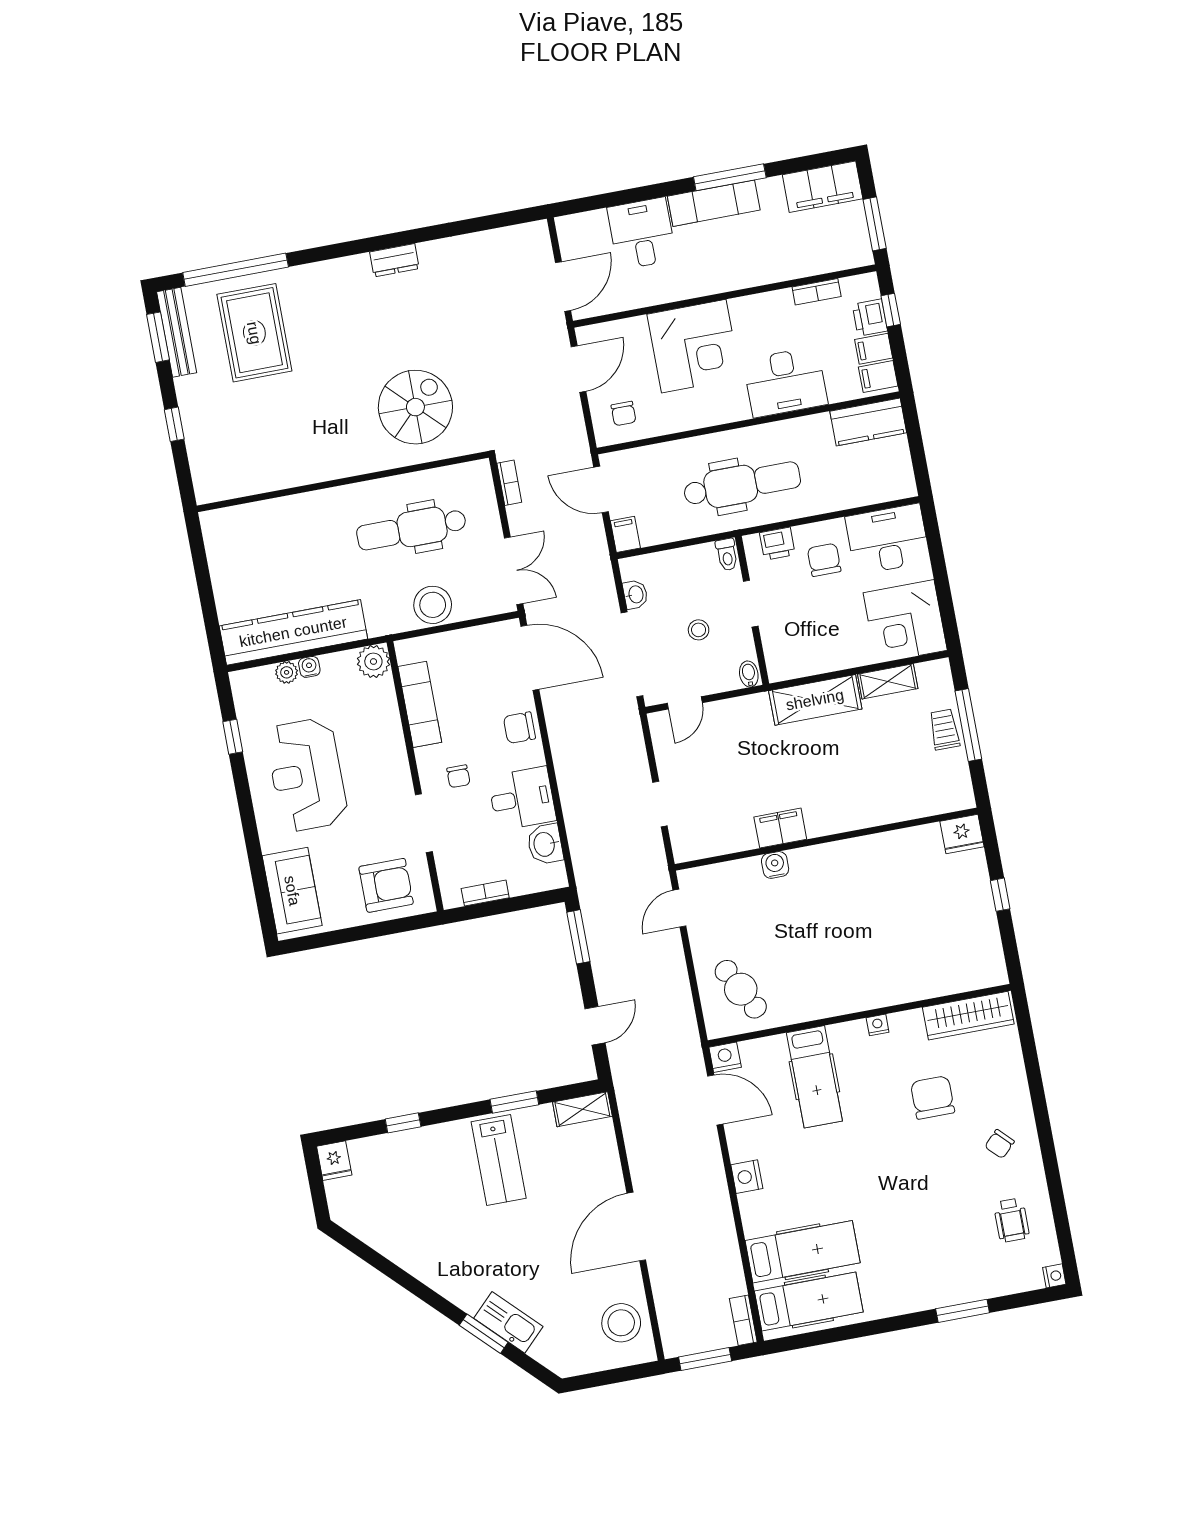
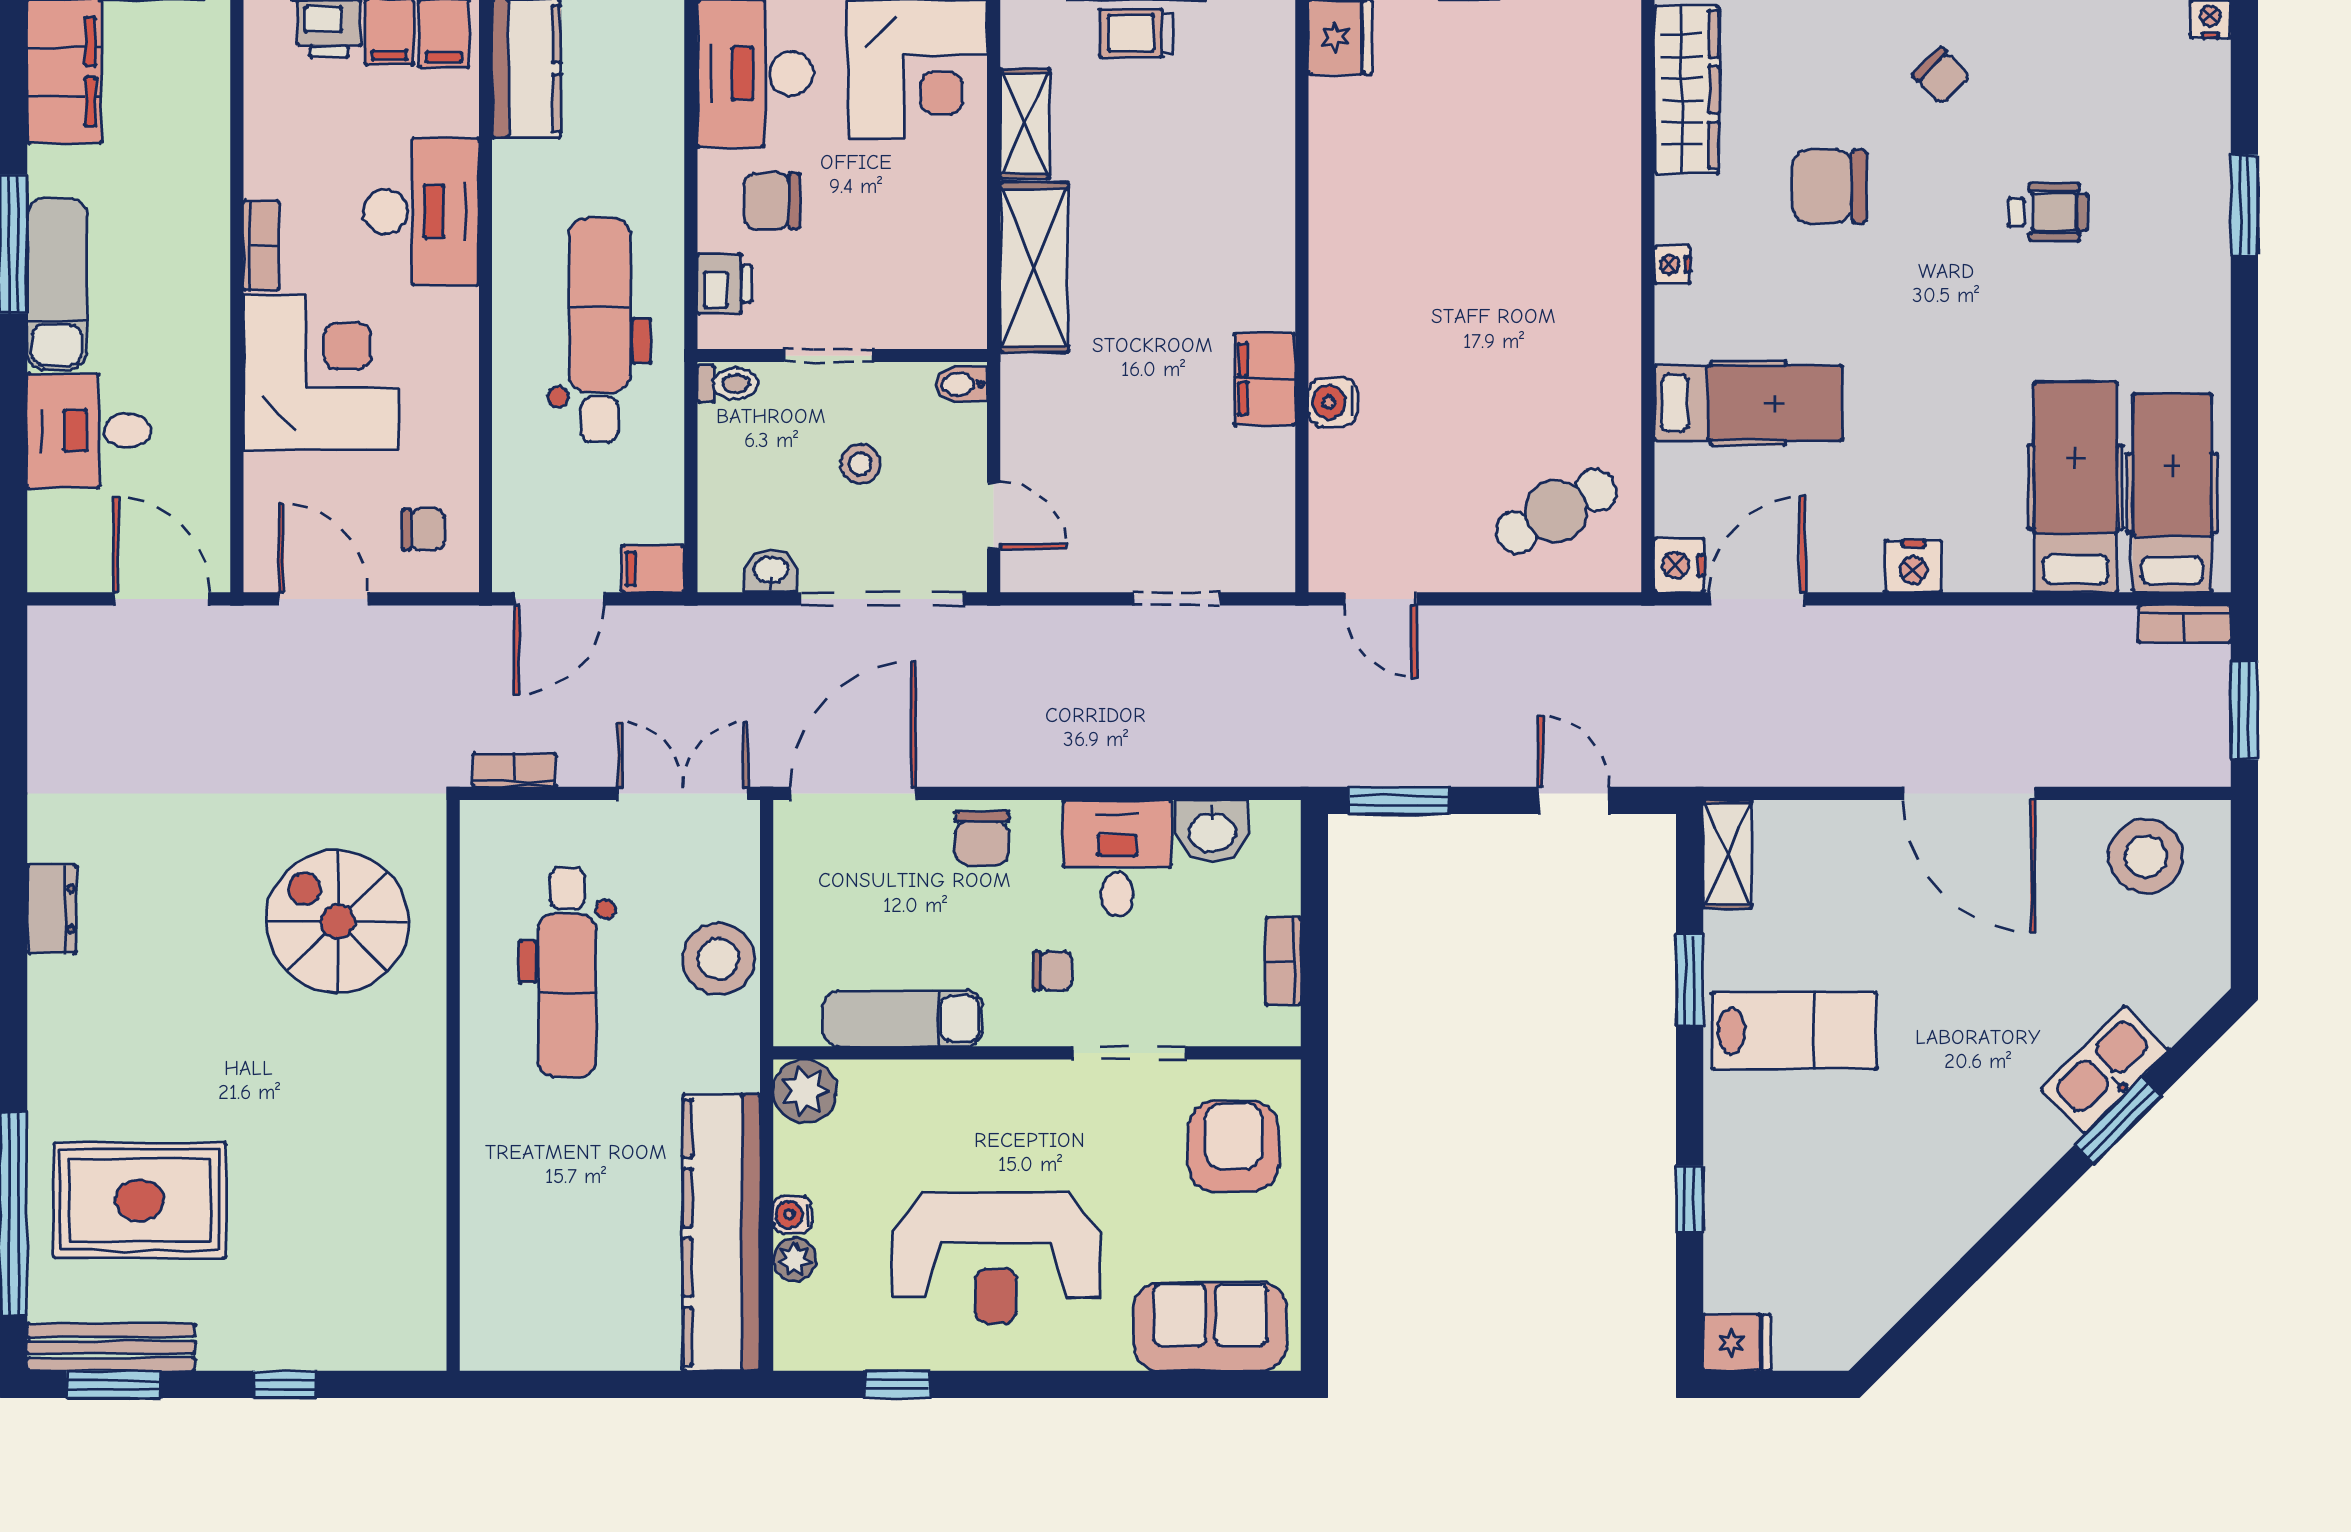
bookcase: (817, 292) -> (261, 246), moved
wheelchair: (1011, 1220) -> (2048, 212), moved

